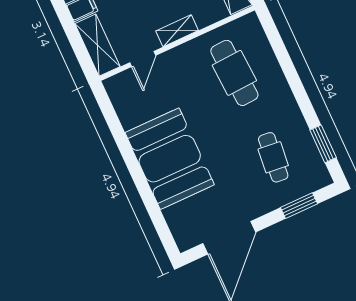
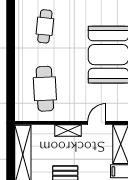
window: (323, 144) -> (11, 21), removed

